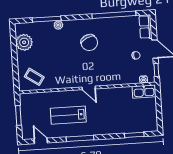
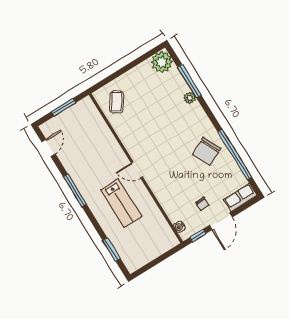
plant: (24, 42) -> (162, 62), moved
chair: (89, 43) -> (207, 151), moved
door: (89, 88) -> (137, 170), hinge flipped
kitchen sink: (144, 92) -> (166, 235), removed
lab bench: (68, 115) -> (121, 203), moved, turned 180

